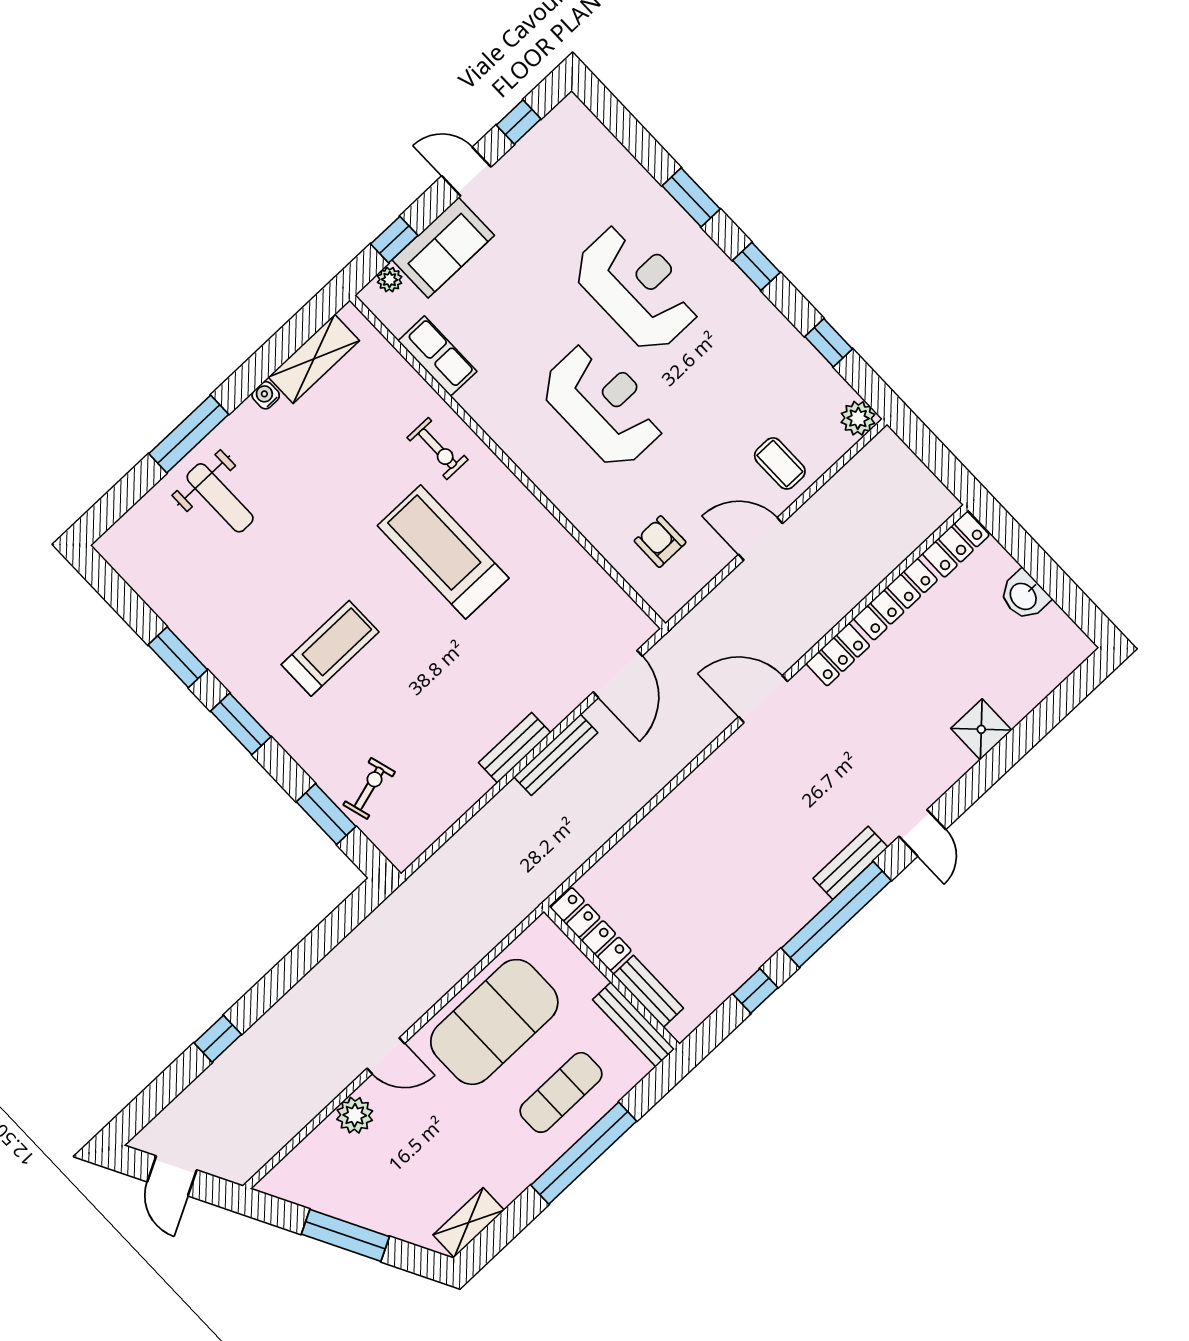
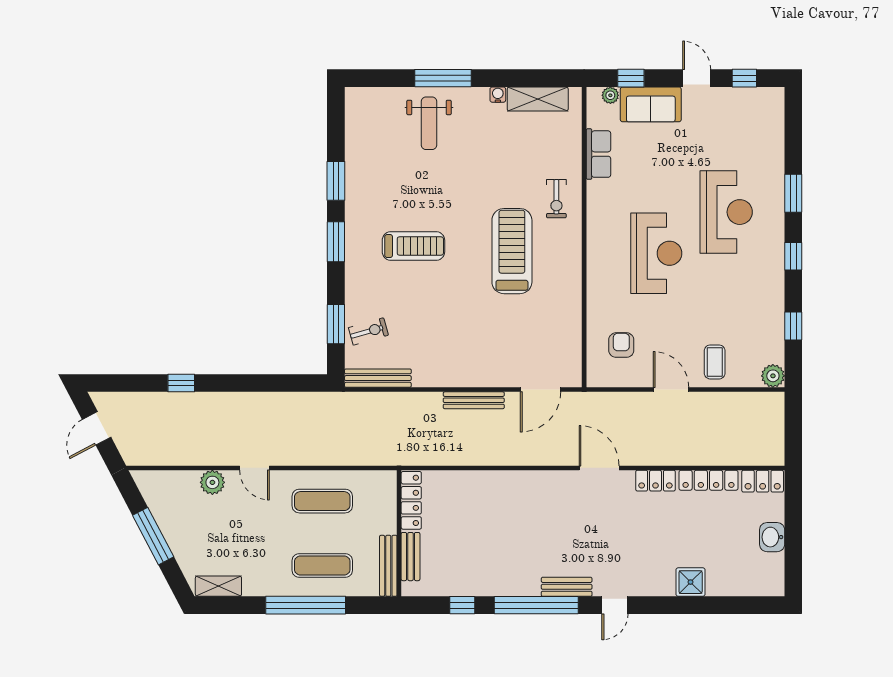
bench: (515, 748) -> (378, 378), moved, width x1.36
exercise mat: (494, 1022) -> (322, 501), width x0.50, depth x0.69

